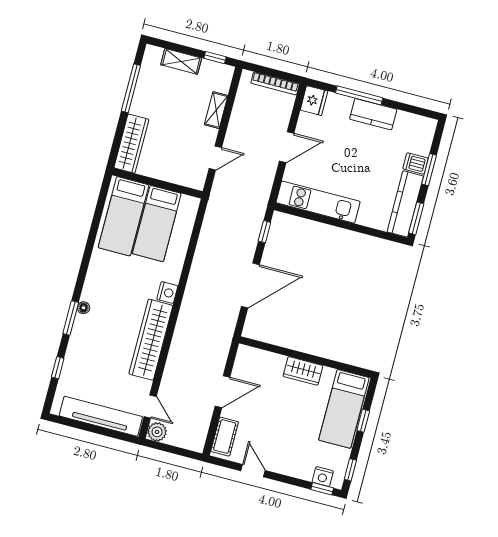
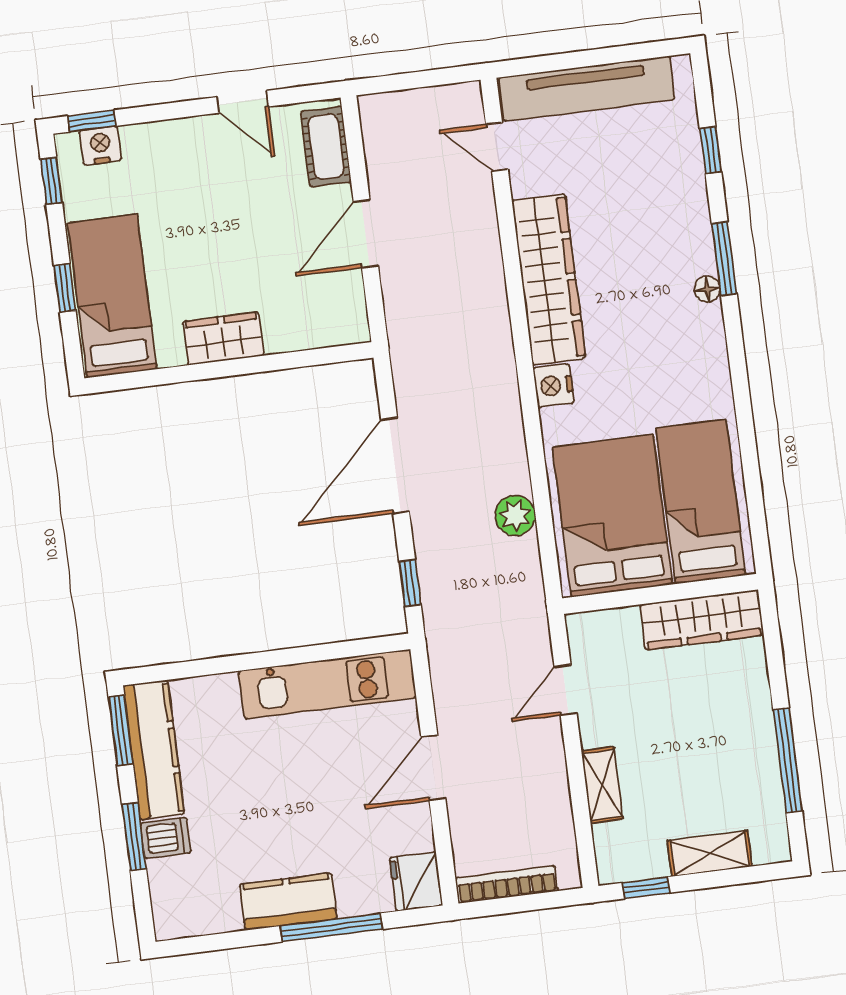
wardrobe: (131, 144) -> (702, 620), moved, turned -90
bed: (157, 224) -> (612, 516), width x1.50
plant: (157, 432) -> (515, 515), moved

